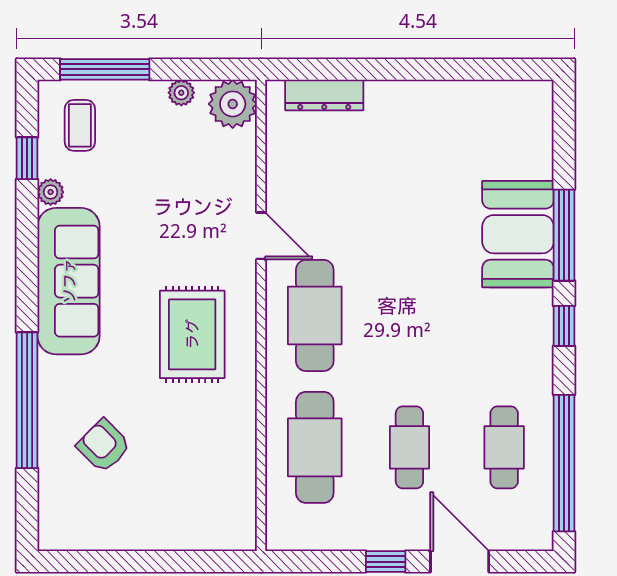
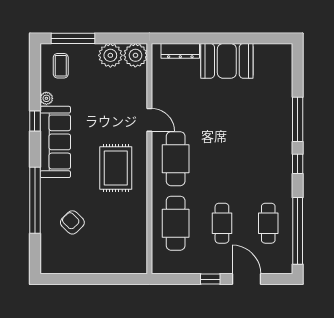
plant: (181, 93) -> (110, 55), width x1.88, depth x1.88
window: (27, 158) -> (35, 121), moved
booth: (518, 234) -> (227, 61), moved, turned 90

